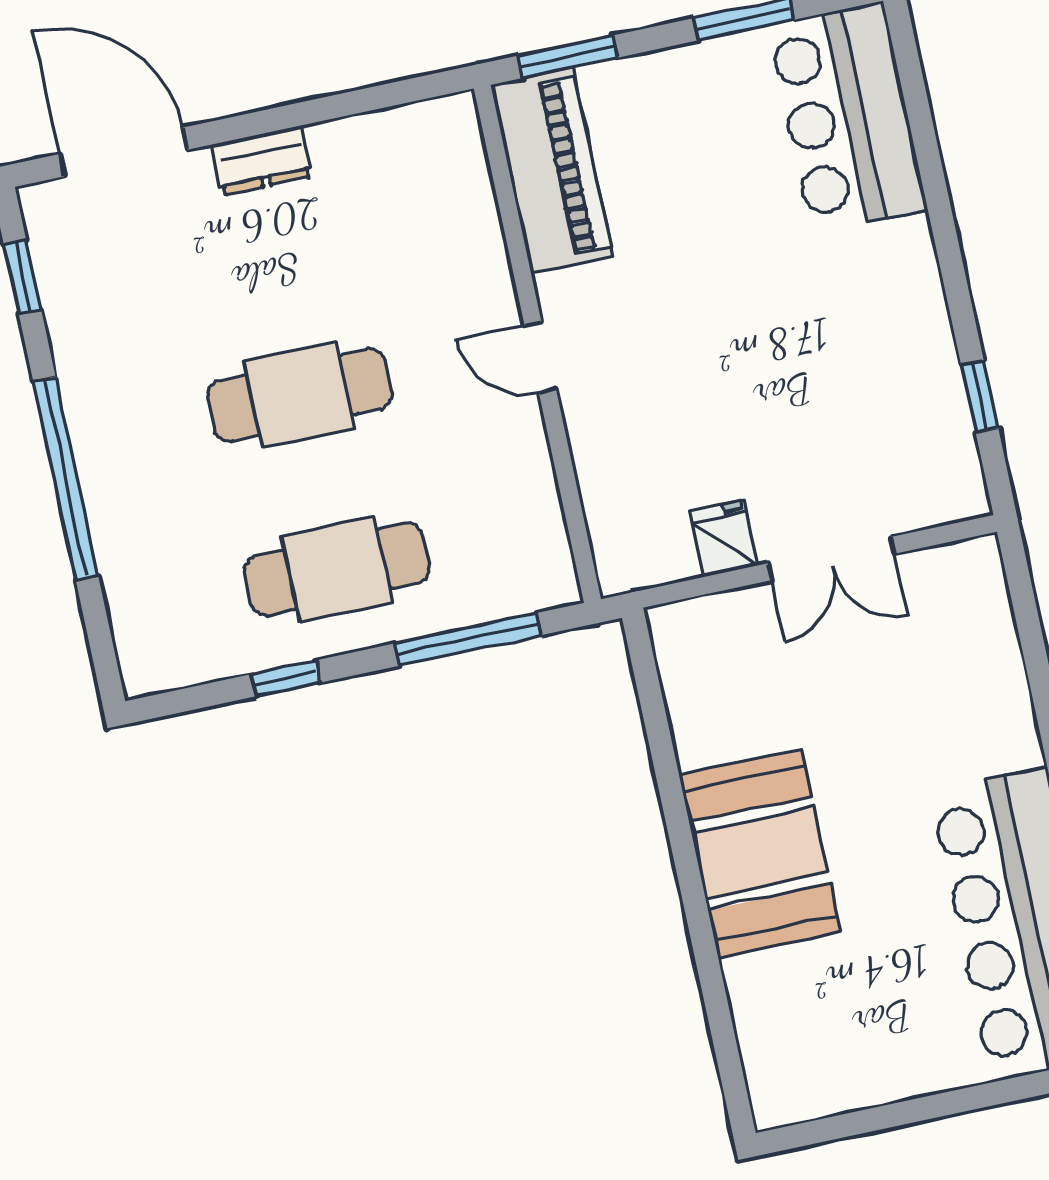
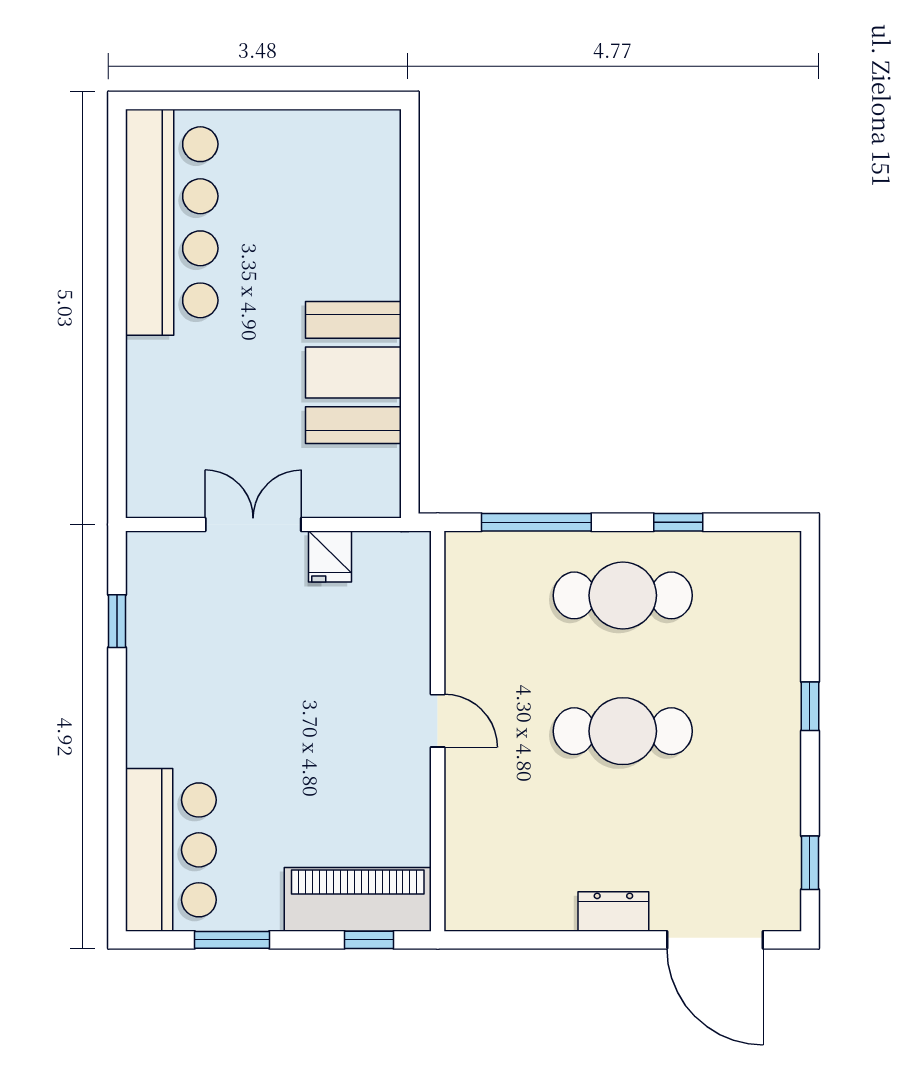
window: (568, 57) -> (369, 940), width x0.67
piano: (552, 170) -> (358, 899), moved, turned 90
window: (66, 478) -> (810, 706), width x0.32
booth: (760, 853) -> (353, 372), moved

